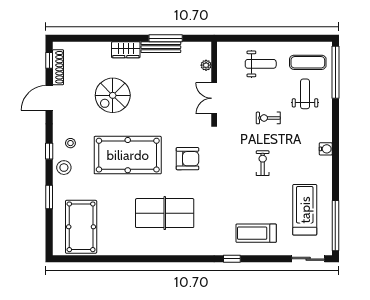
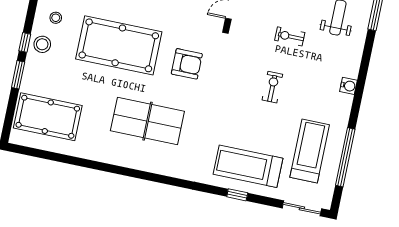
window: (49, 151) -> (25, 42), moved
window: (335, 226) -> (345, 157), moved
pool table: (81, 227) -> (48, 117), turned 90
treadmill: (256, 233) -> (248, 166), width x1.37, depth x1.38
window: (232, 259) -> (237, 195), moved

